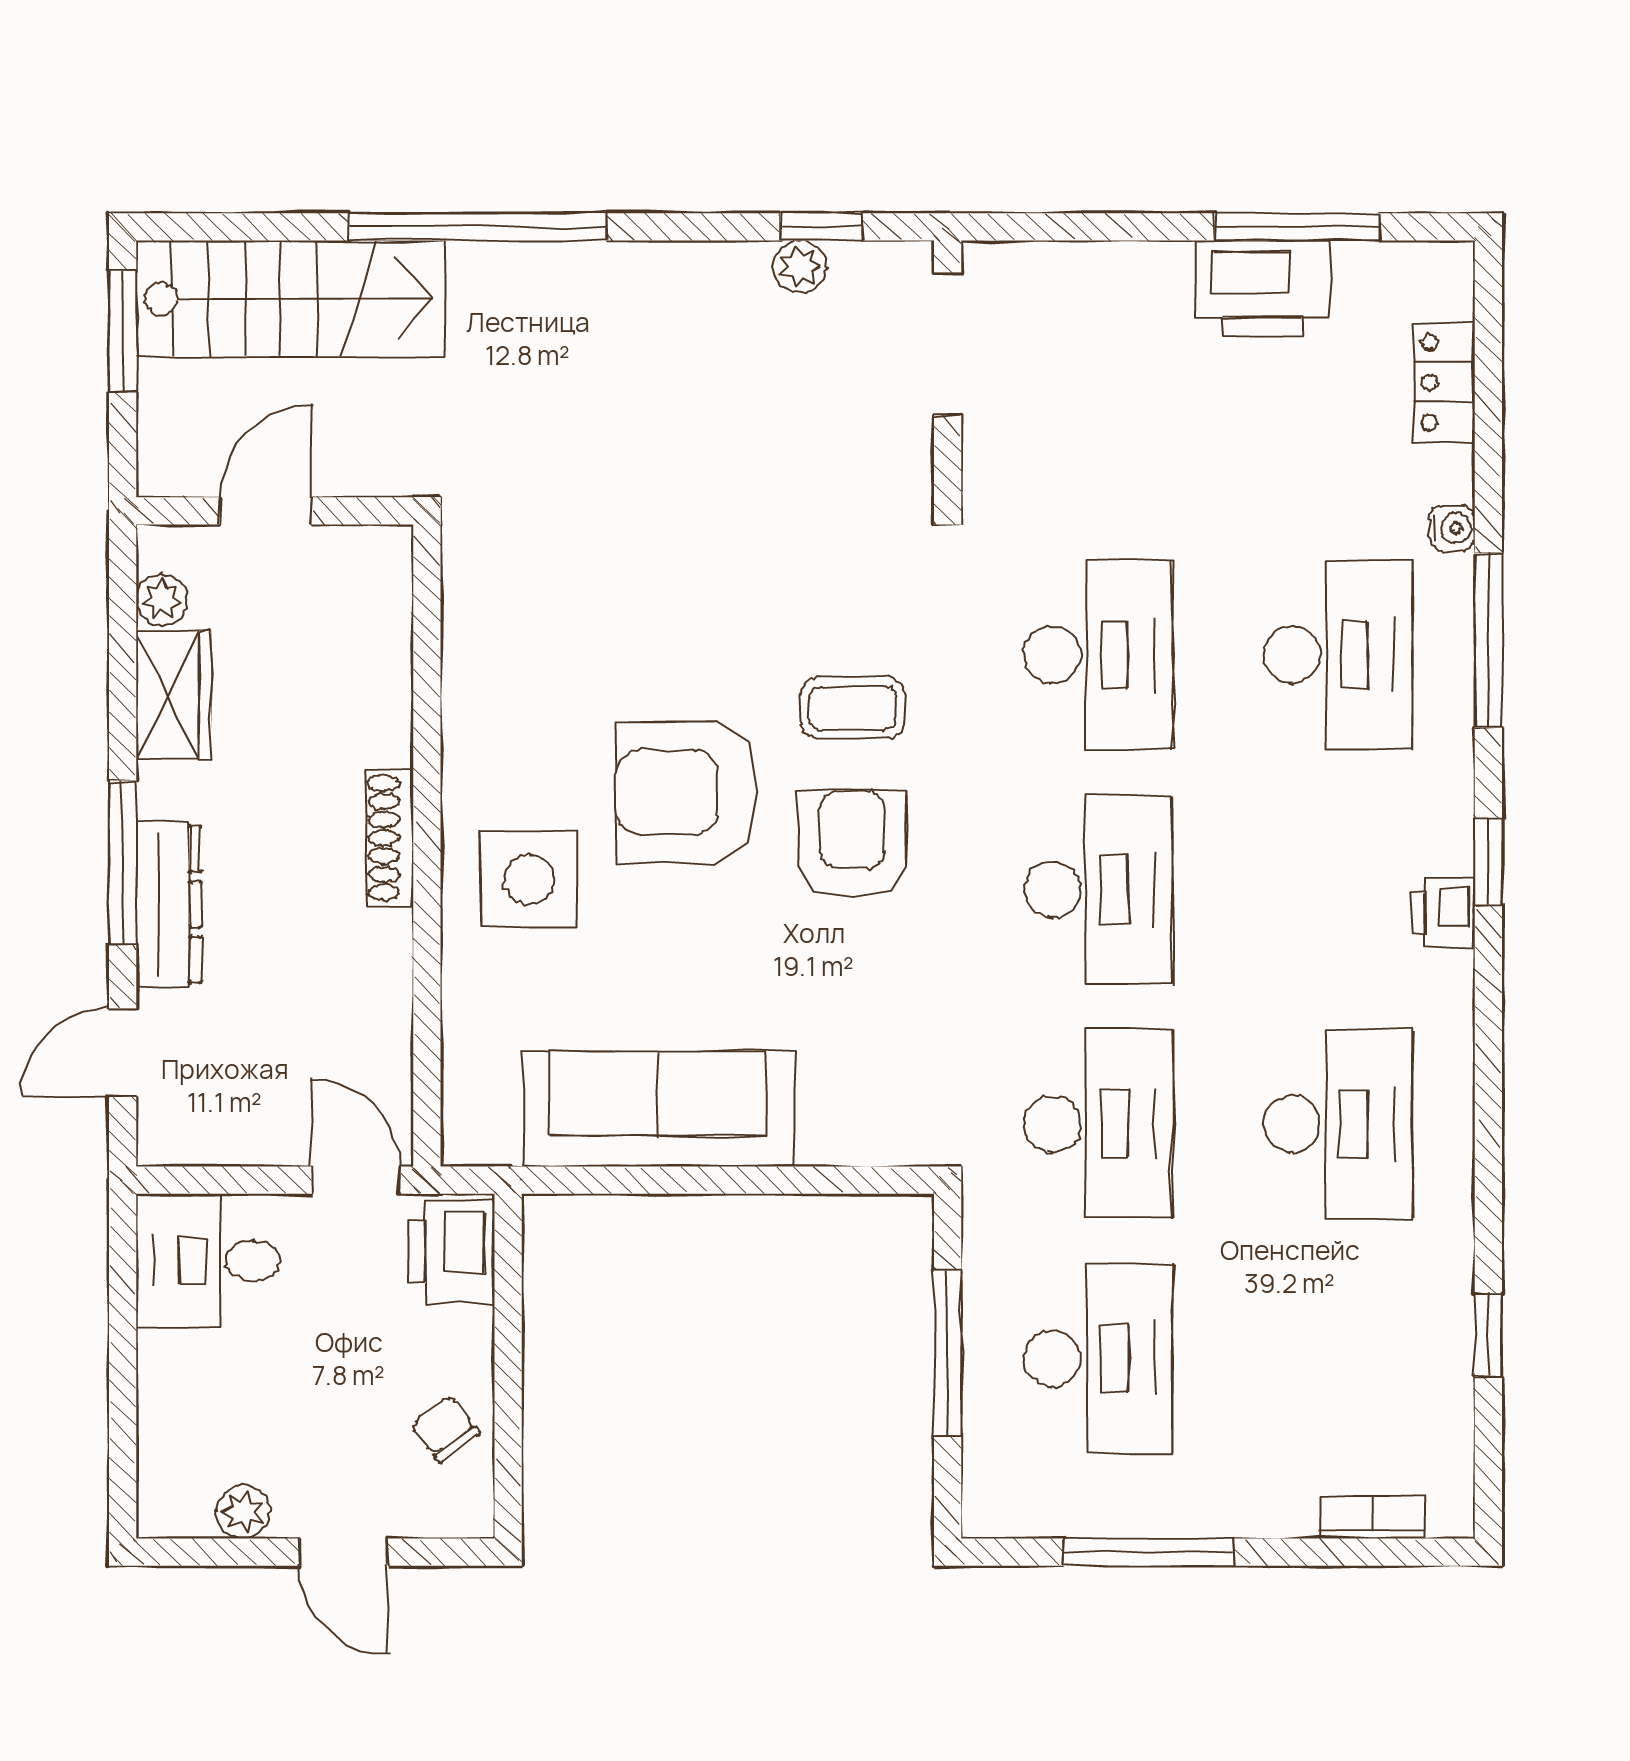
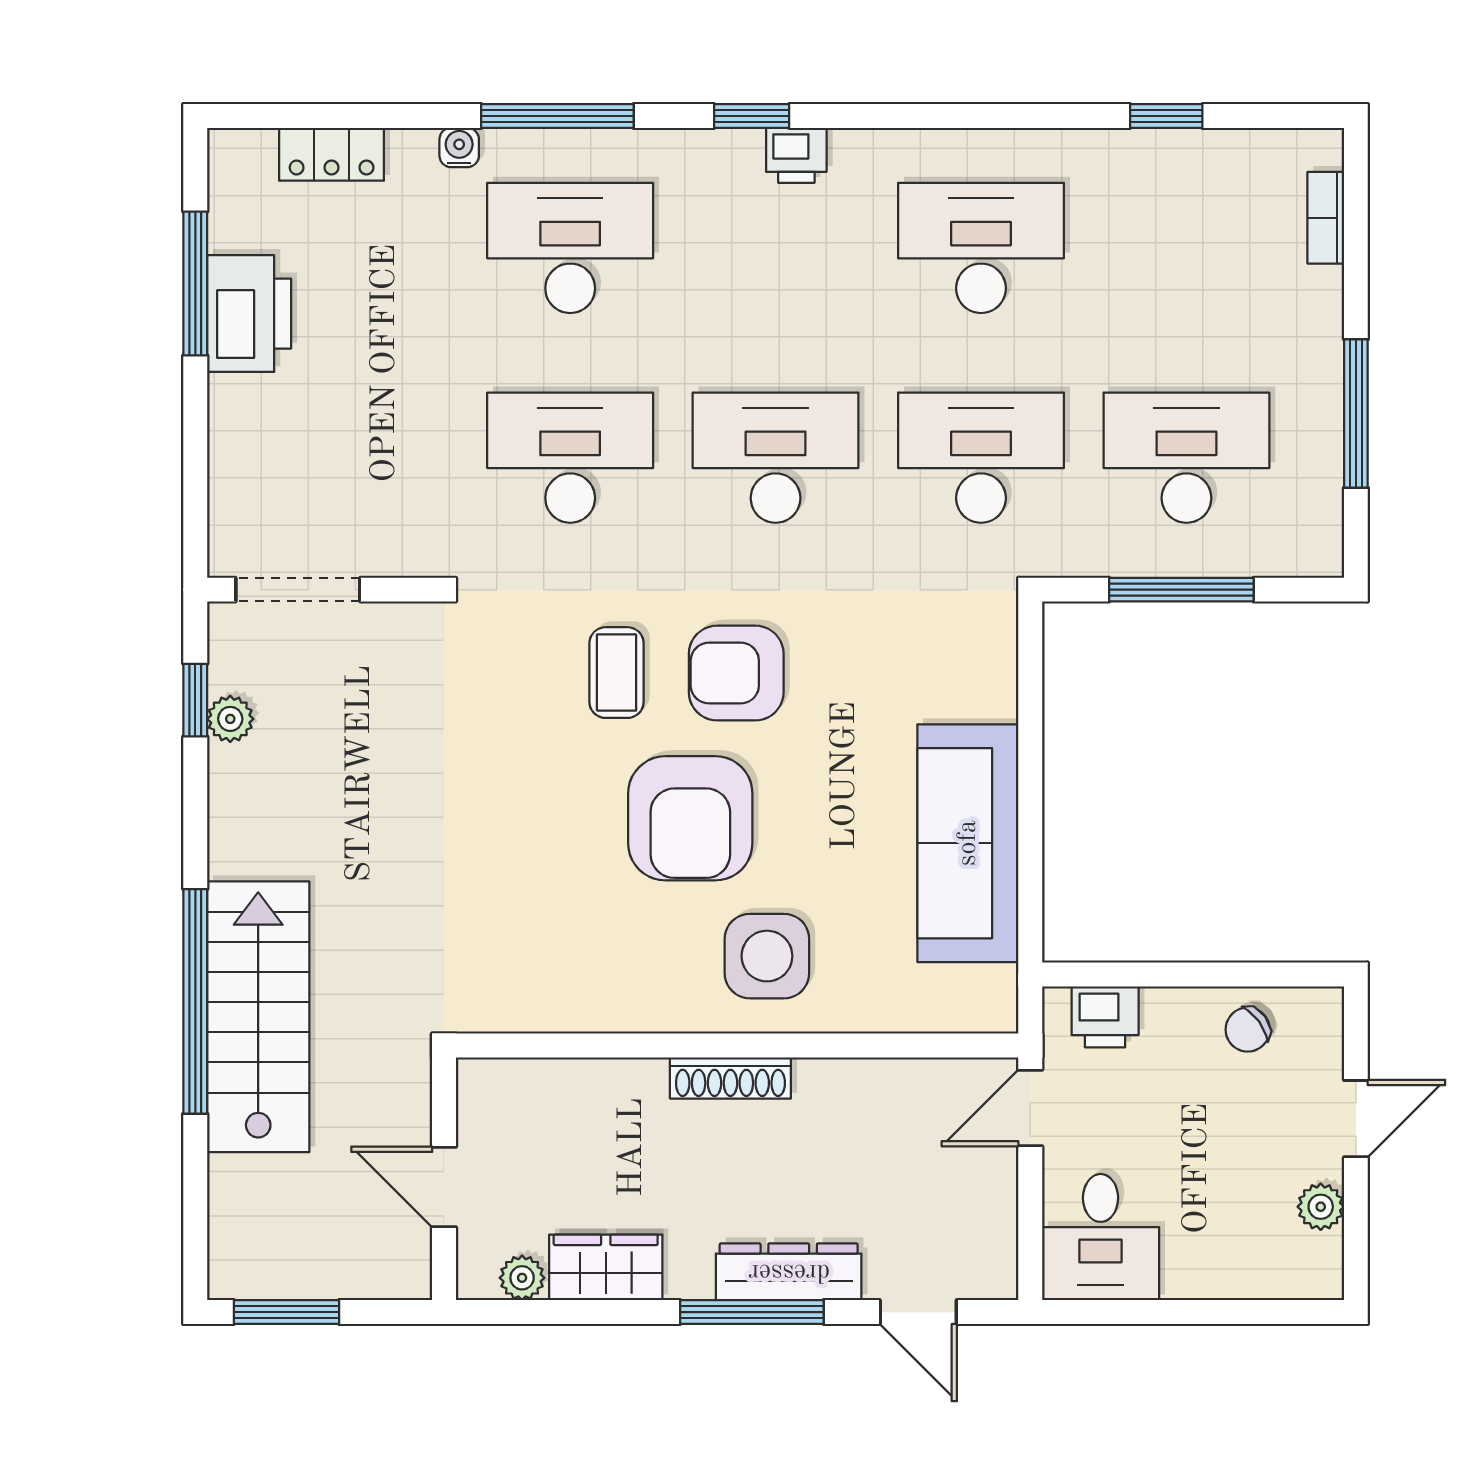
stairs: (291, 299) -> (258, 1017), moved
printer: (451, 1252) -> (1105, 1017), width x0.73, depth x0.81

